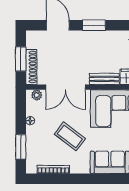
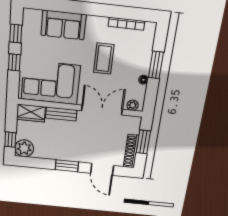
shoe rack: (31, 67) -> (131, 151), moved
coffee table: (70, 136) -> (104, 59), turned 53
window: (21, 147) -> (156, 65), moved

